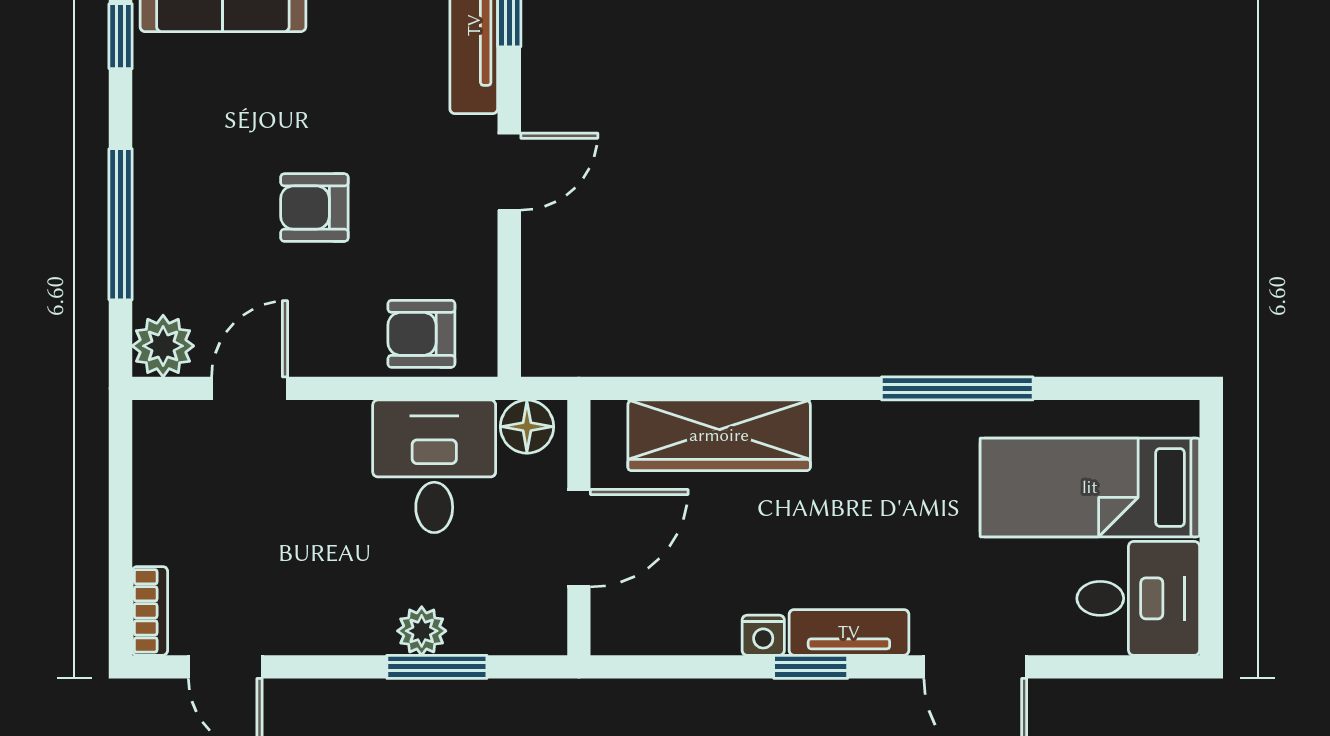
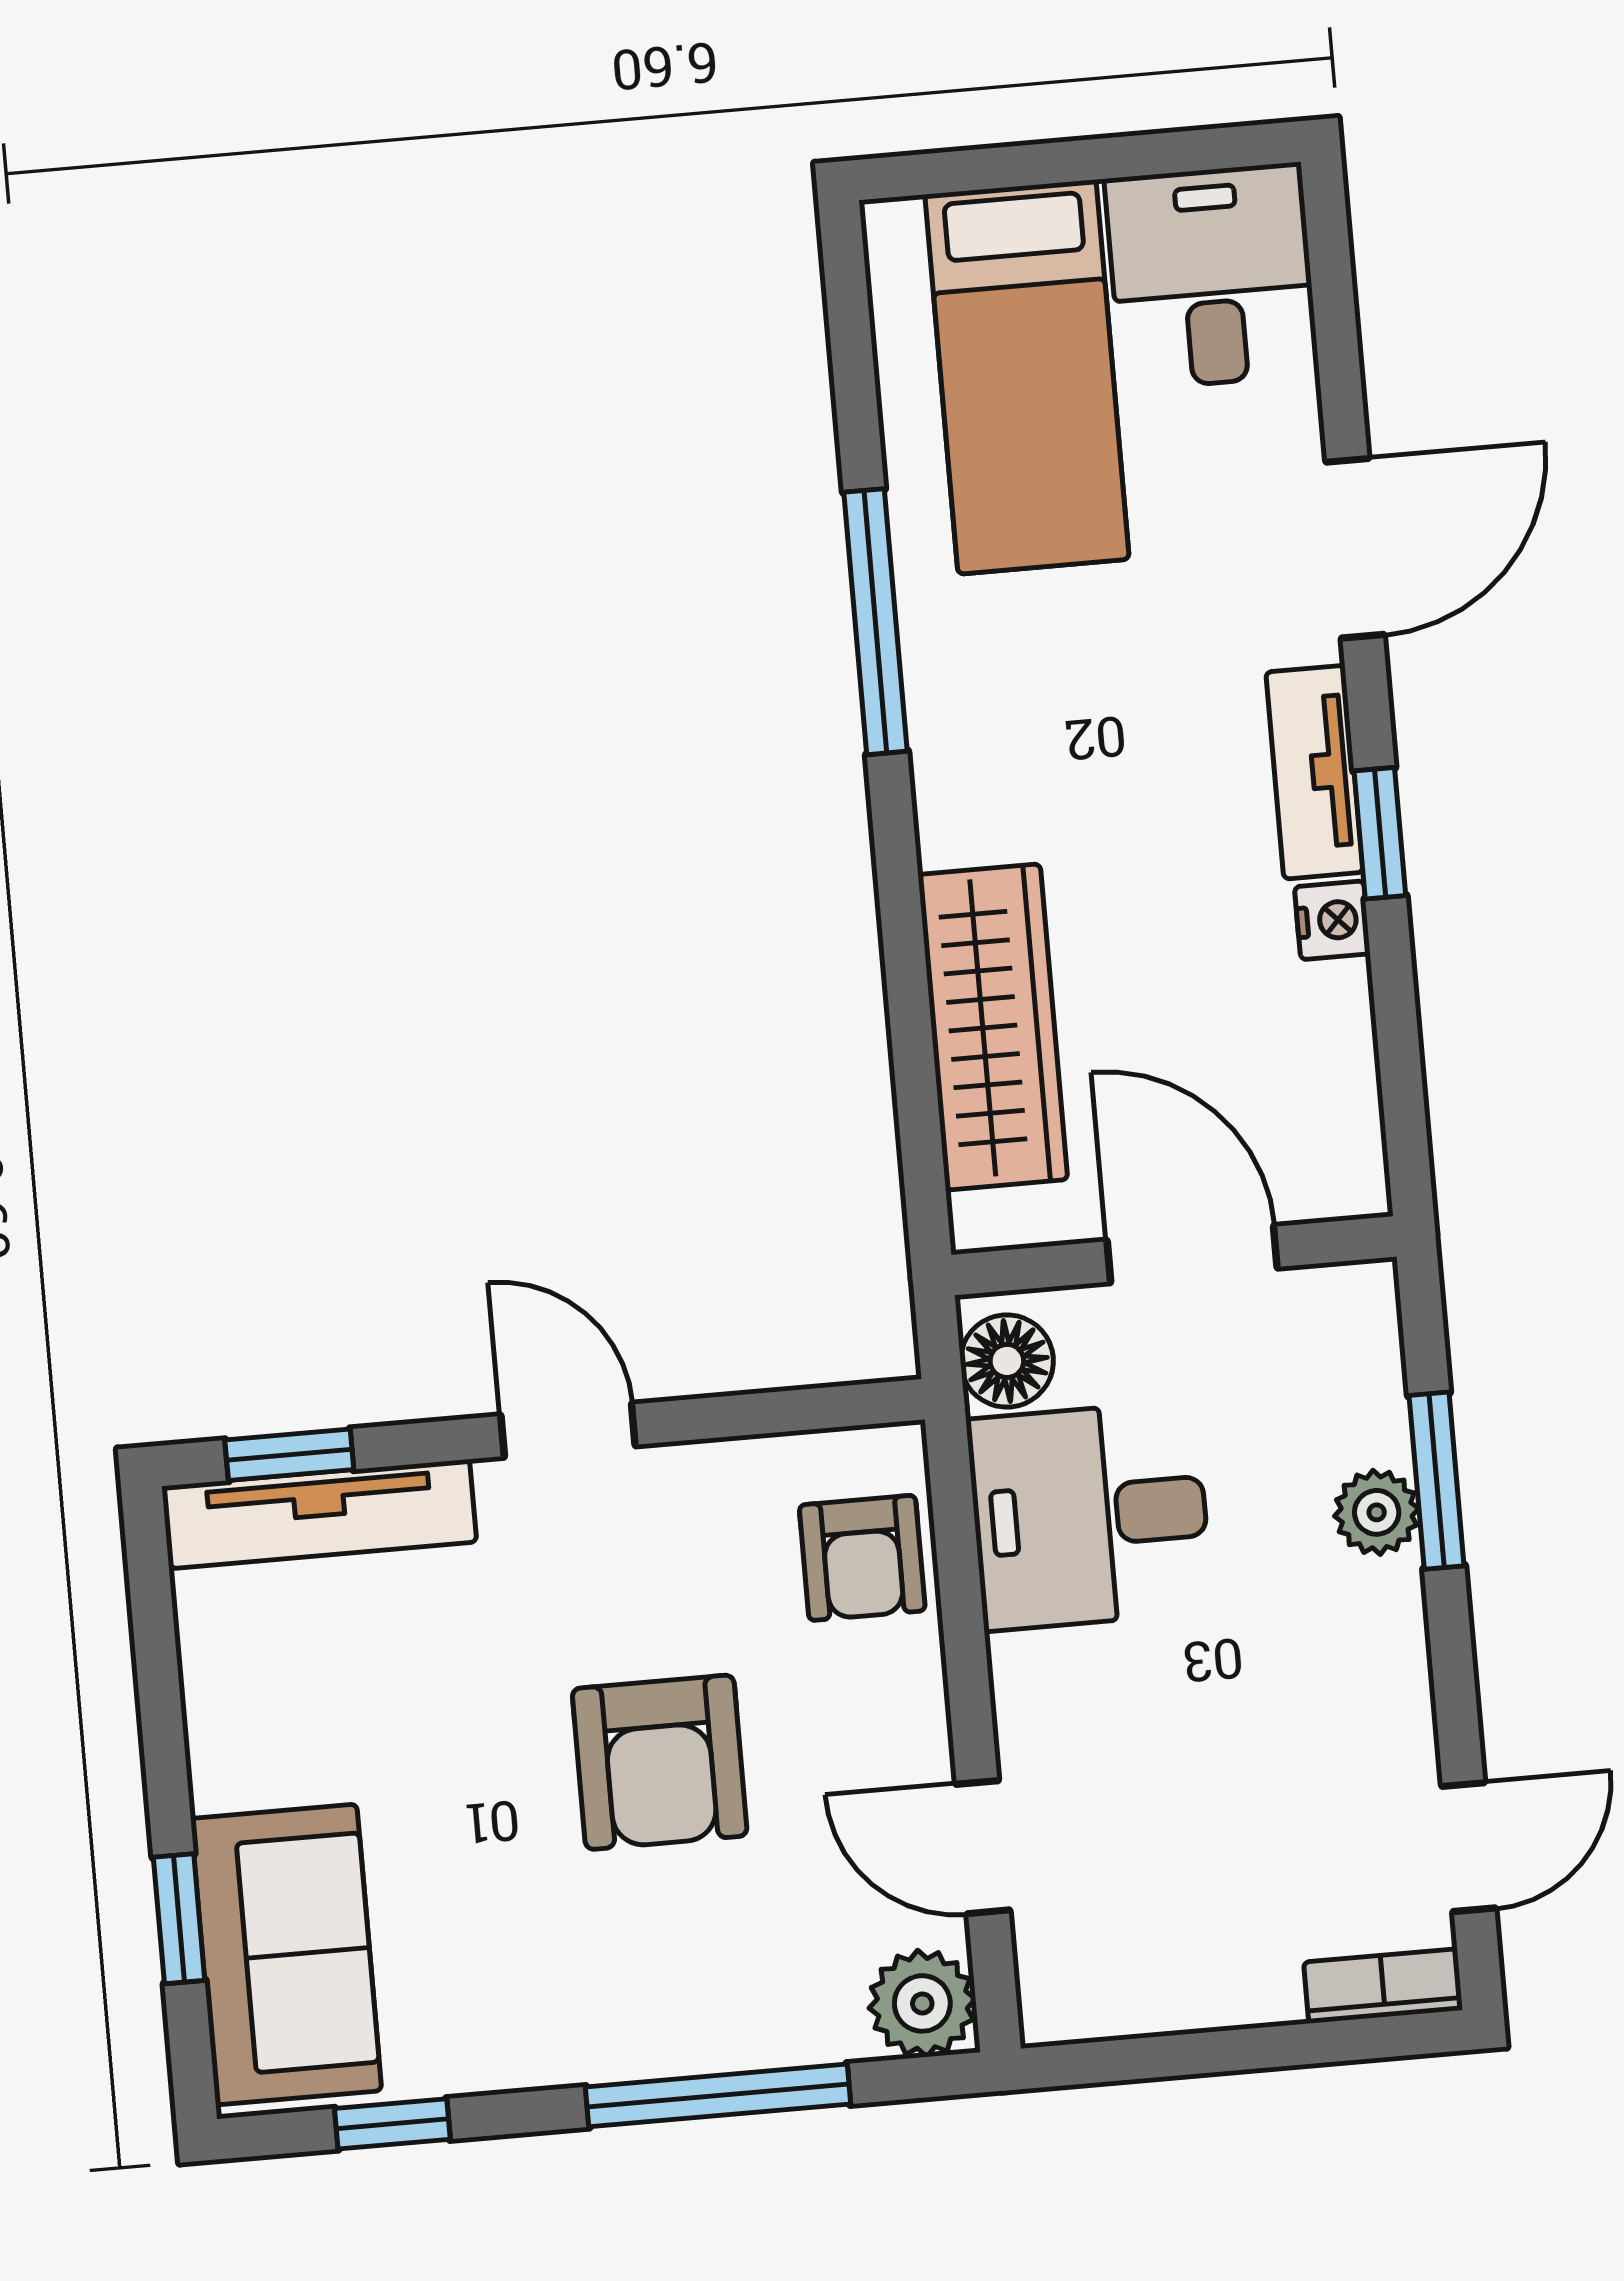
armchair: (314, 208) -> (660, 1762), width x1.38, depth x1.38

